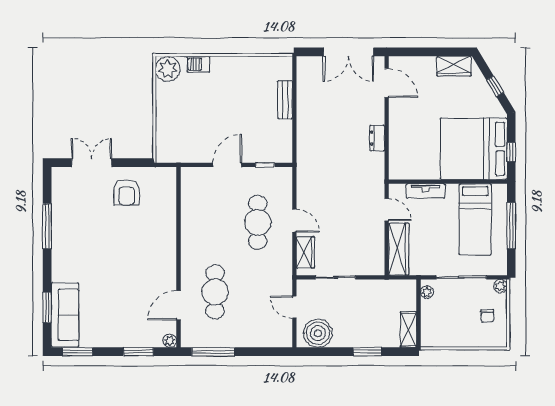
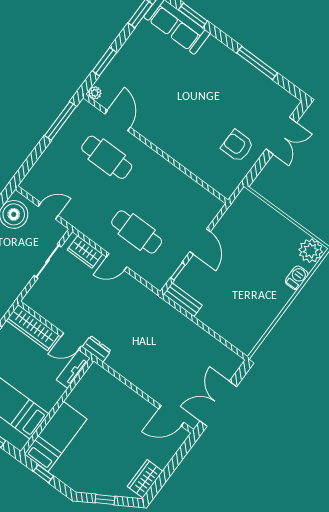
bench: (285, 100) -> (183, 300), moved
dresser: (377, 138) -> (97, 349), moved
bed: (474, 149) -> (56, 437), width x0.49
tv unit: (426, 191) -> (73, 369), moved

